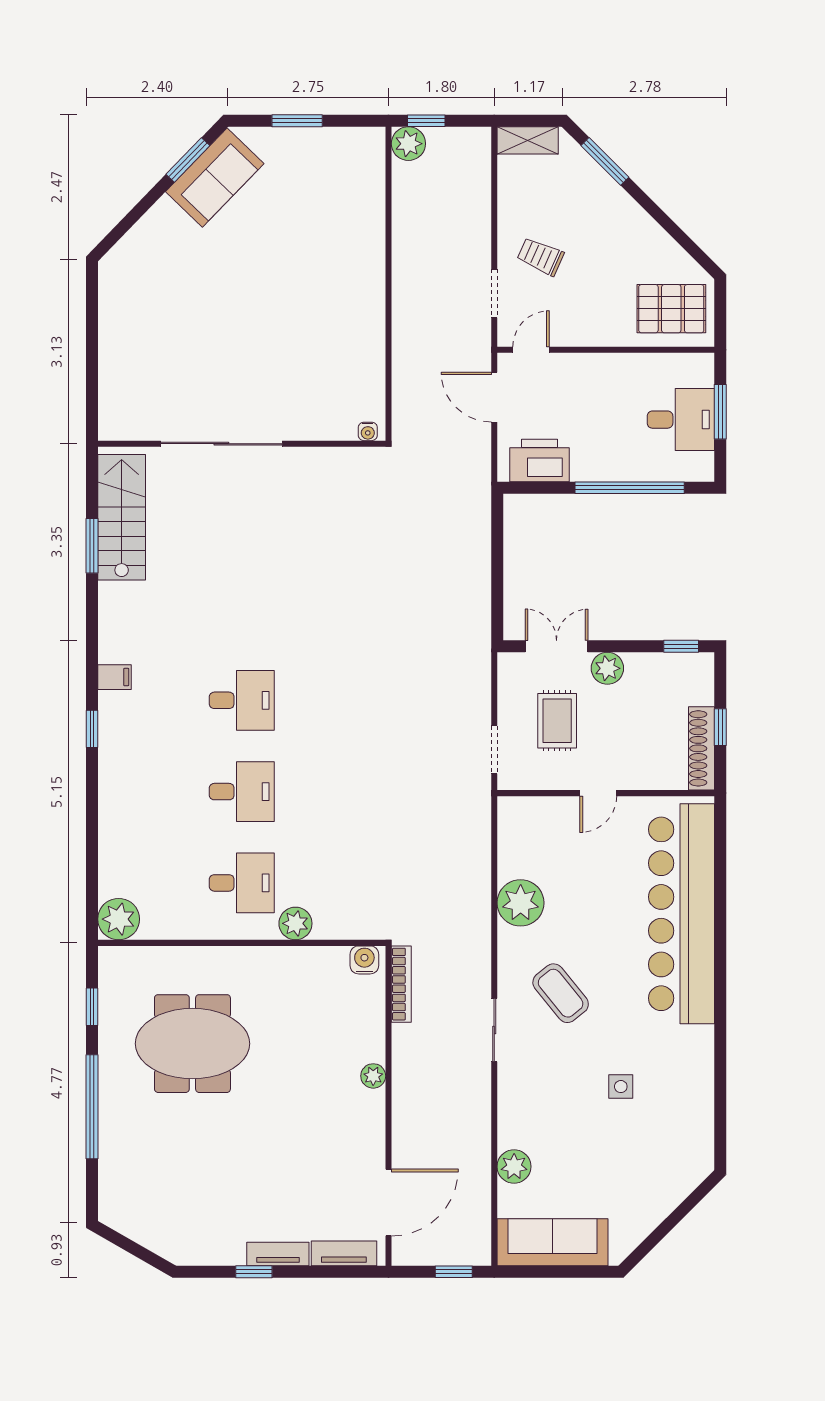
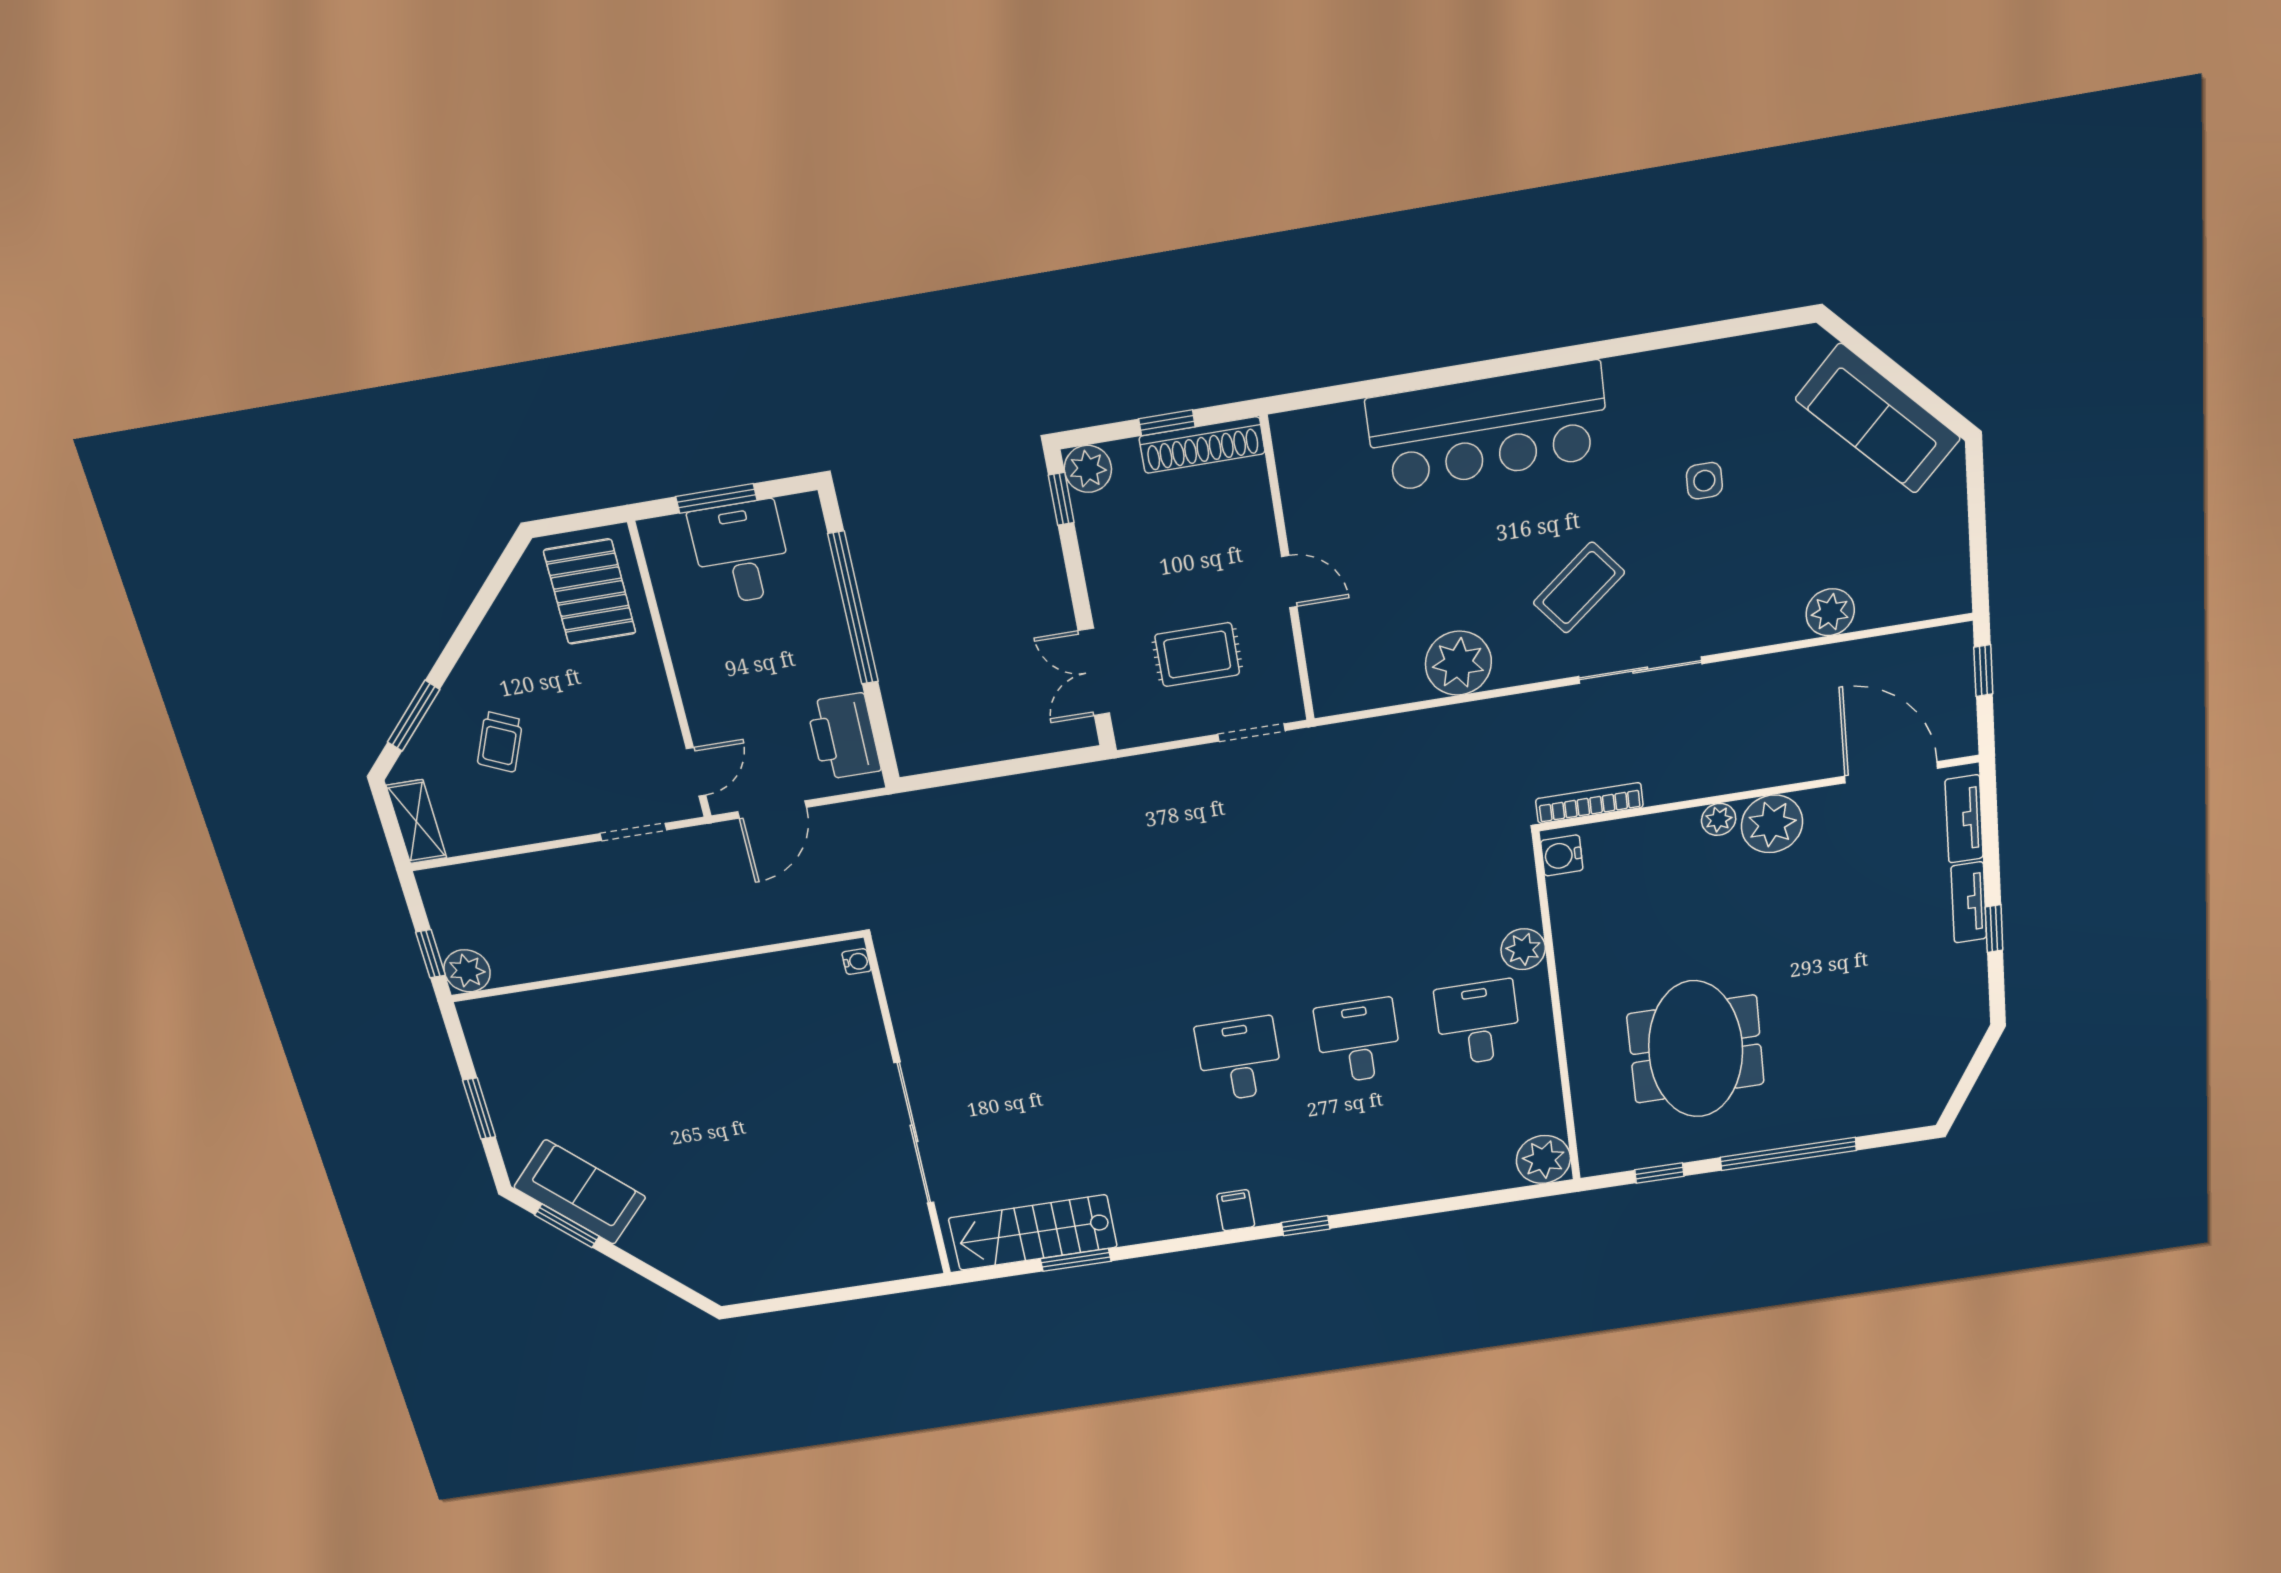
trolley: (540, 256) -> (500, 742), moved
door: (531, 350) -> (696, 772), swing flipped
plant: (607, 668) -> (1088, 469), moved
bar counter: (682, 914) -> (1488, 427), width x0.73
sliding door: (494, 1030) -> (1640, 670), width x1.37
plant: (363, 1114) -> (1772, 824), added
sofa: (553, 1242) -> (1878, 419), moved, turned -45

